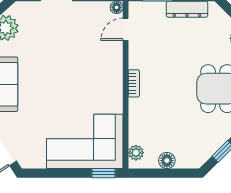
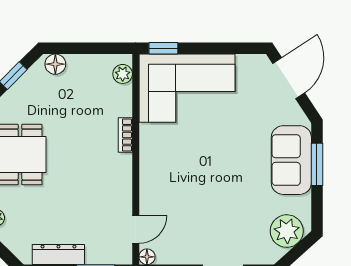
bookcase: (134, 83) -> (125, 135), moved
floor lamp: (167, 160) -> (55, 64), moved

